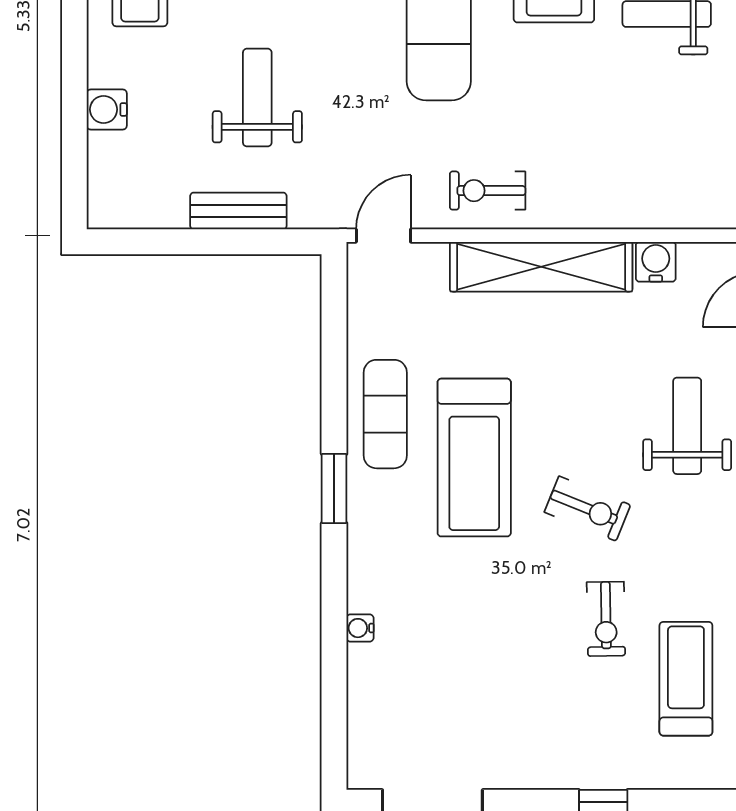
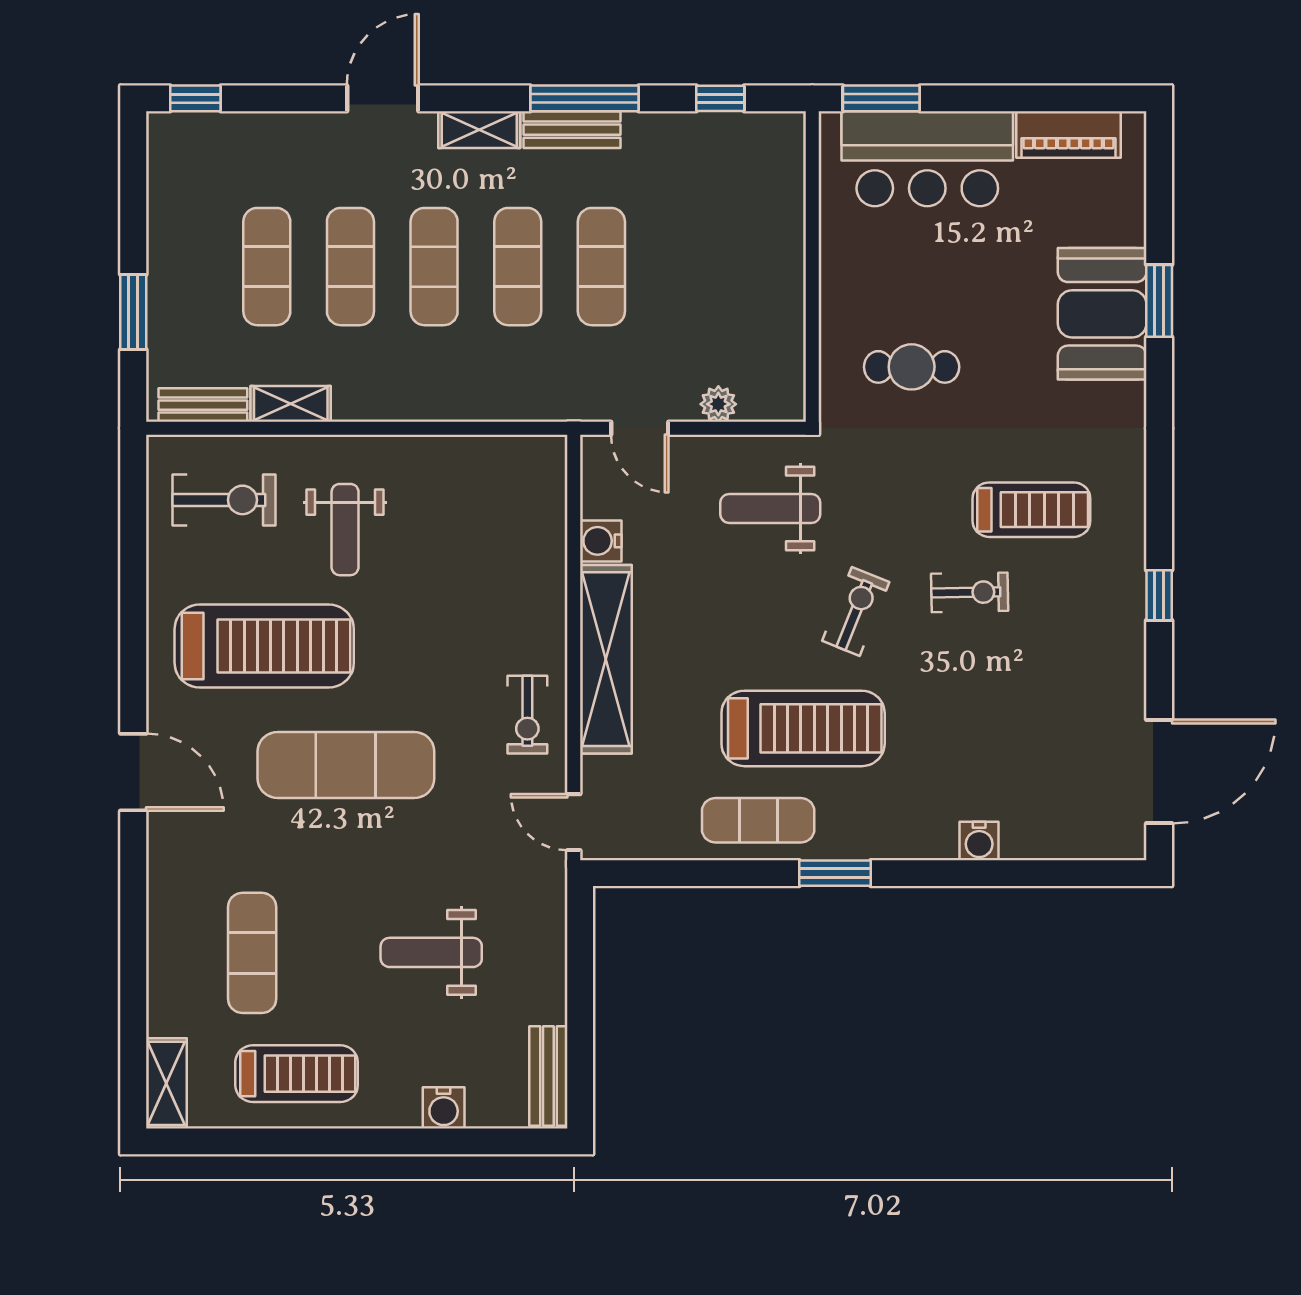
bench: (238, 211) -> (548, 1076), moved
water cooler: (360, 628) -> (979, 841), width x1.38, depth x1.38
treadmill: (686, 679) -> (1031, 510), turned 180

